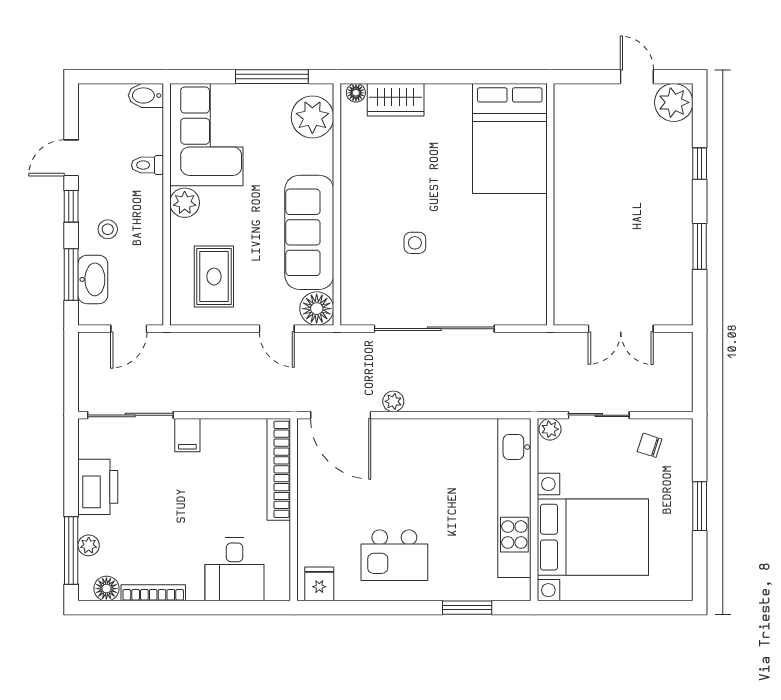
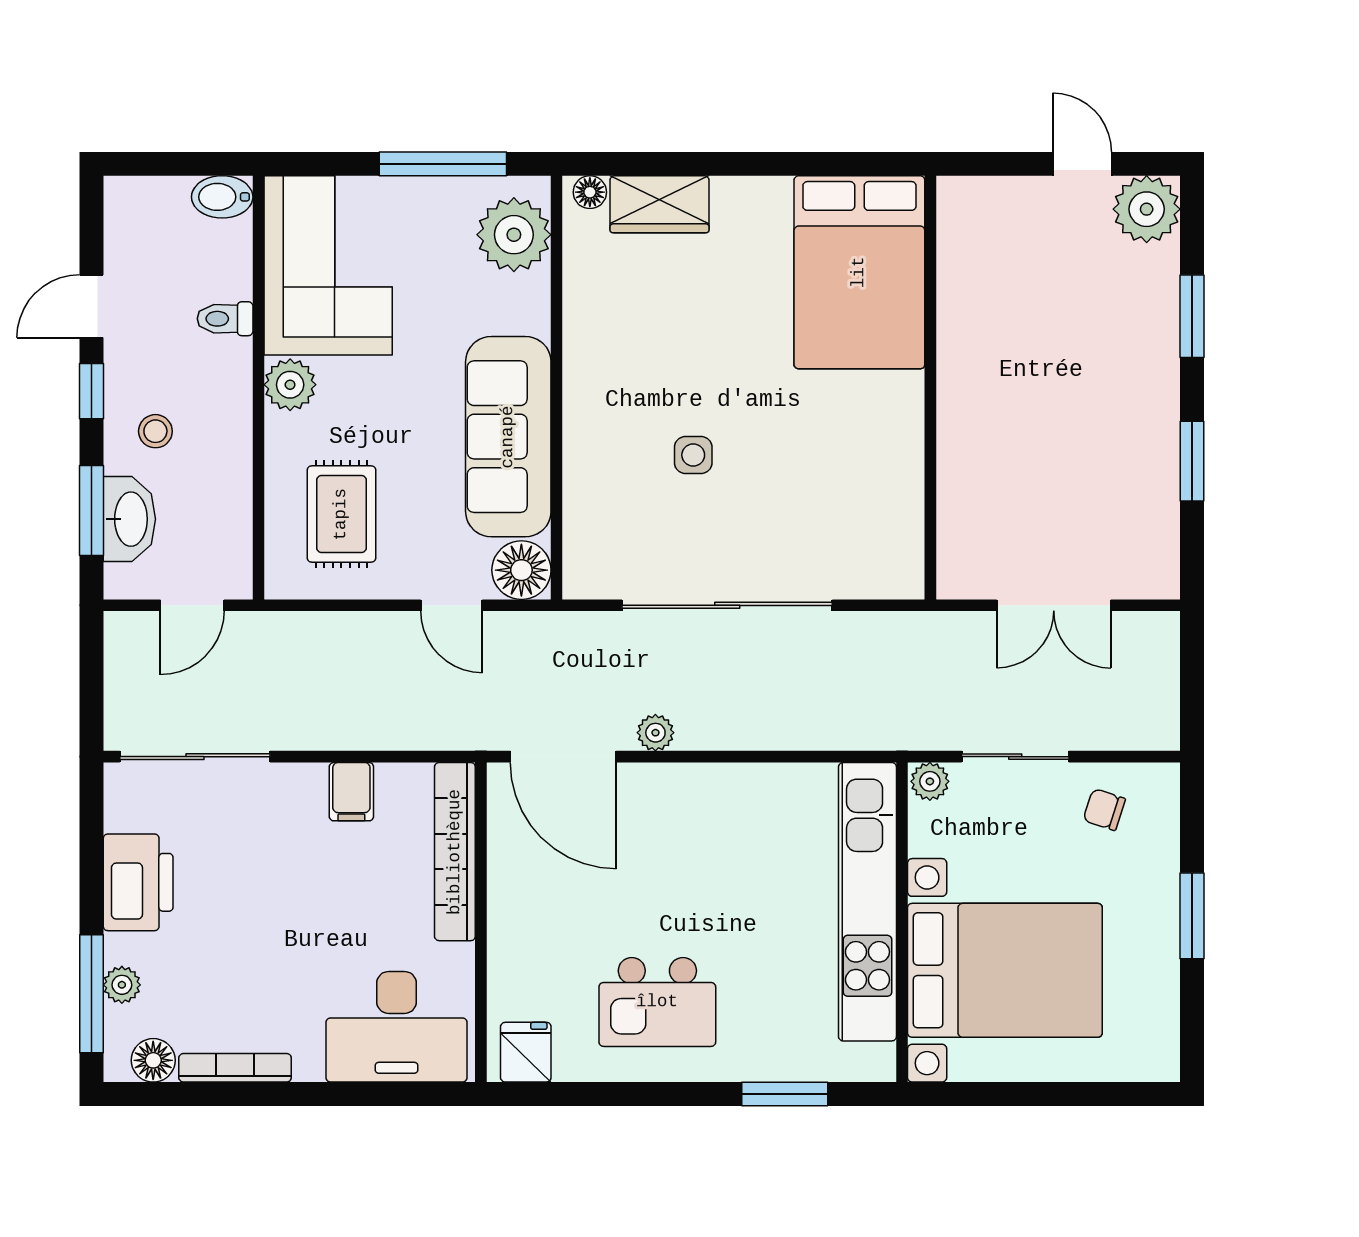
window: (700, 164) -> (1192, 316), width x1.50
filing cabinet: (187, 435) -> (351, 792), moved
desk: (234, 569) -> (397, 1027), width x1.37

